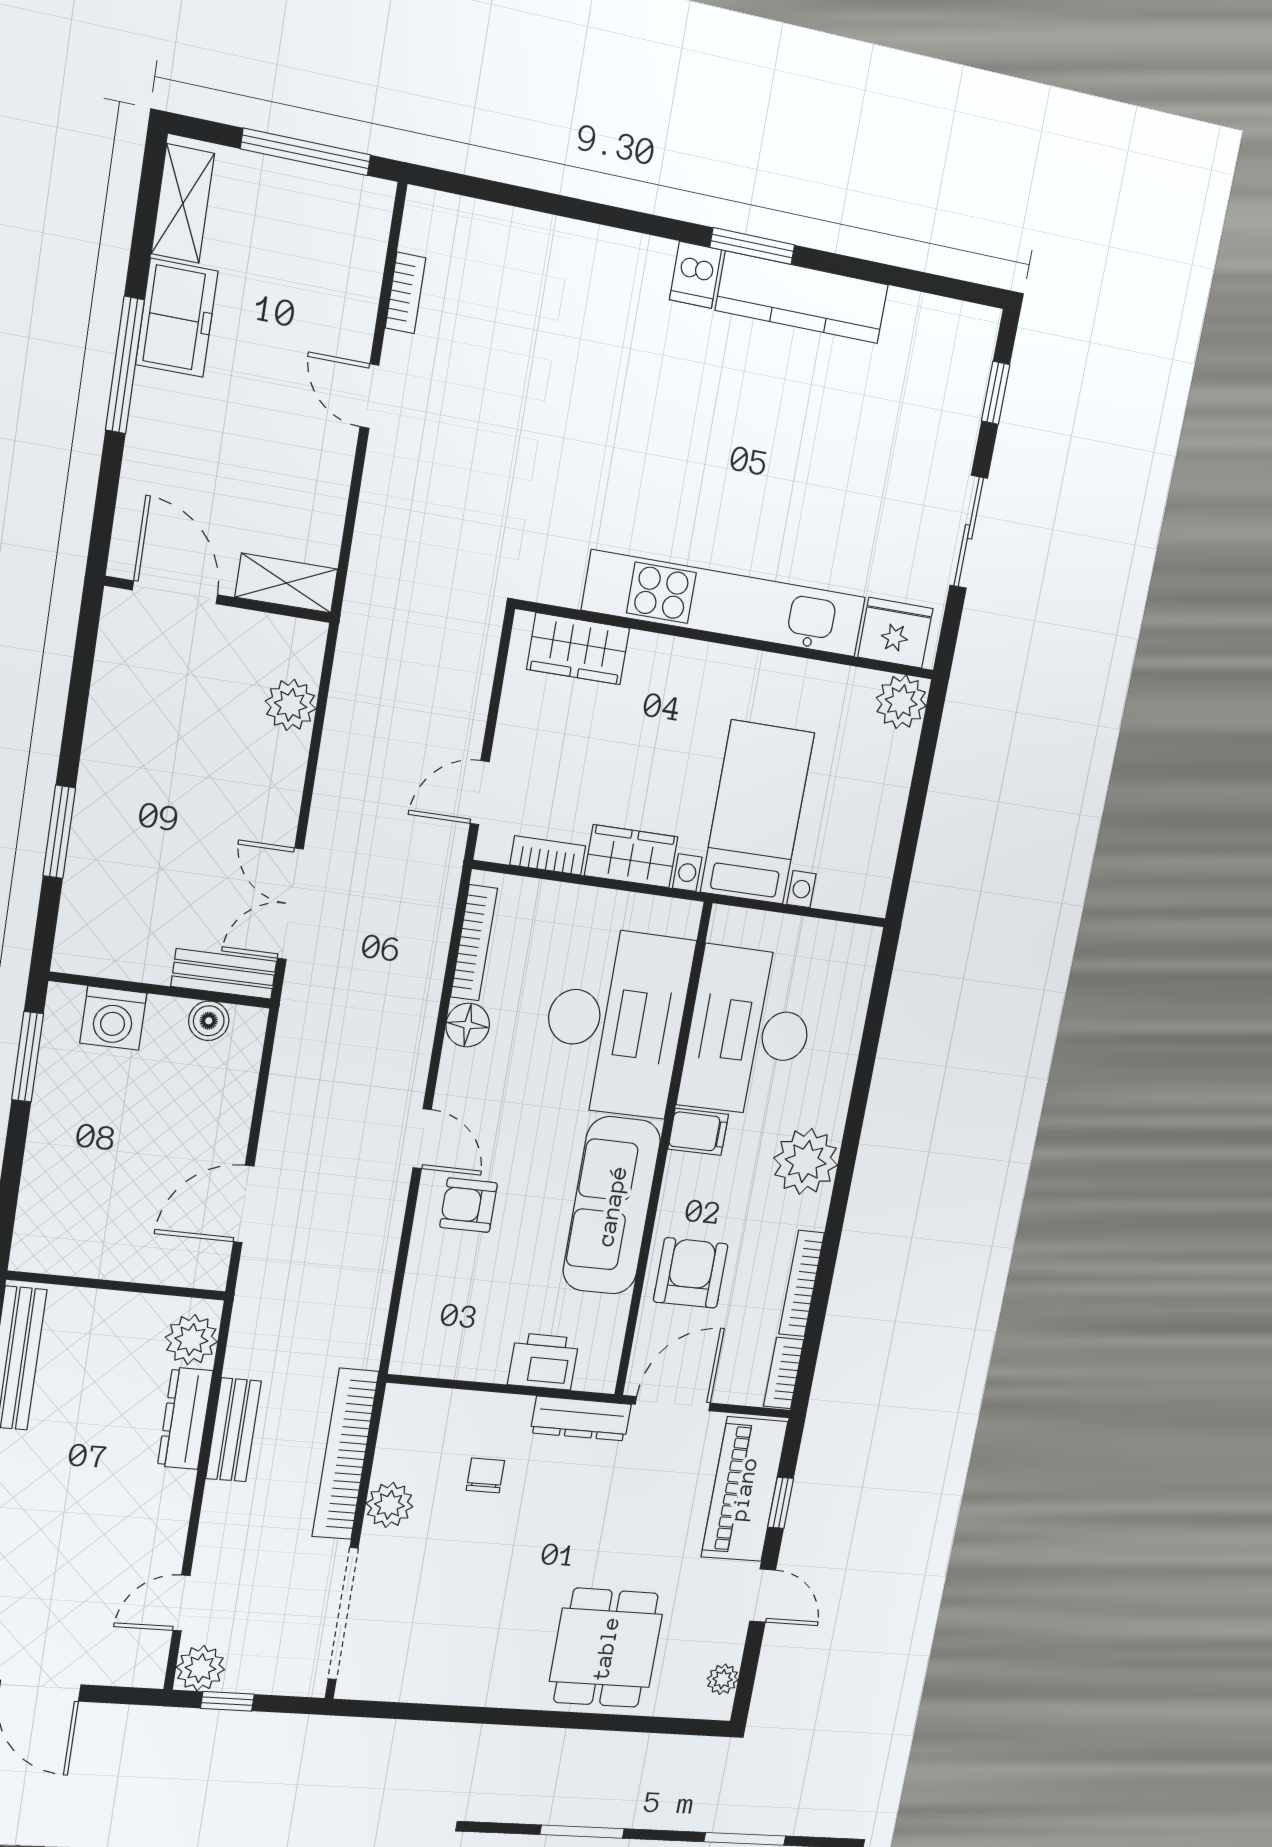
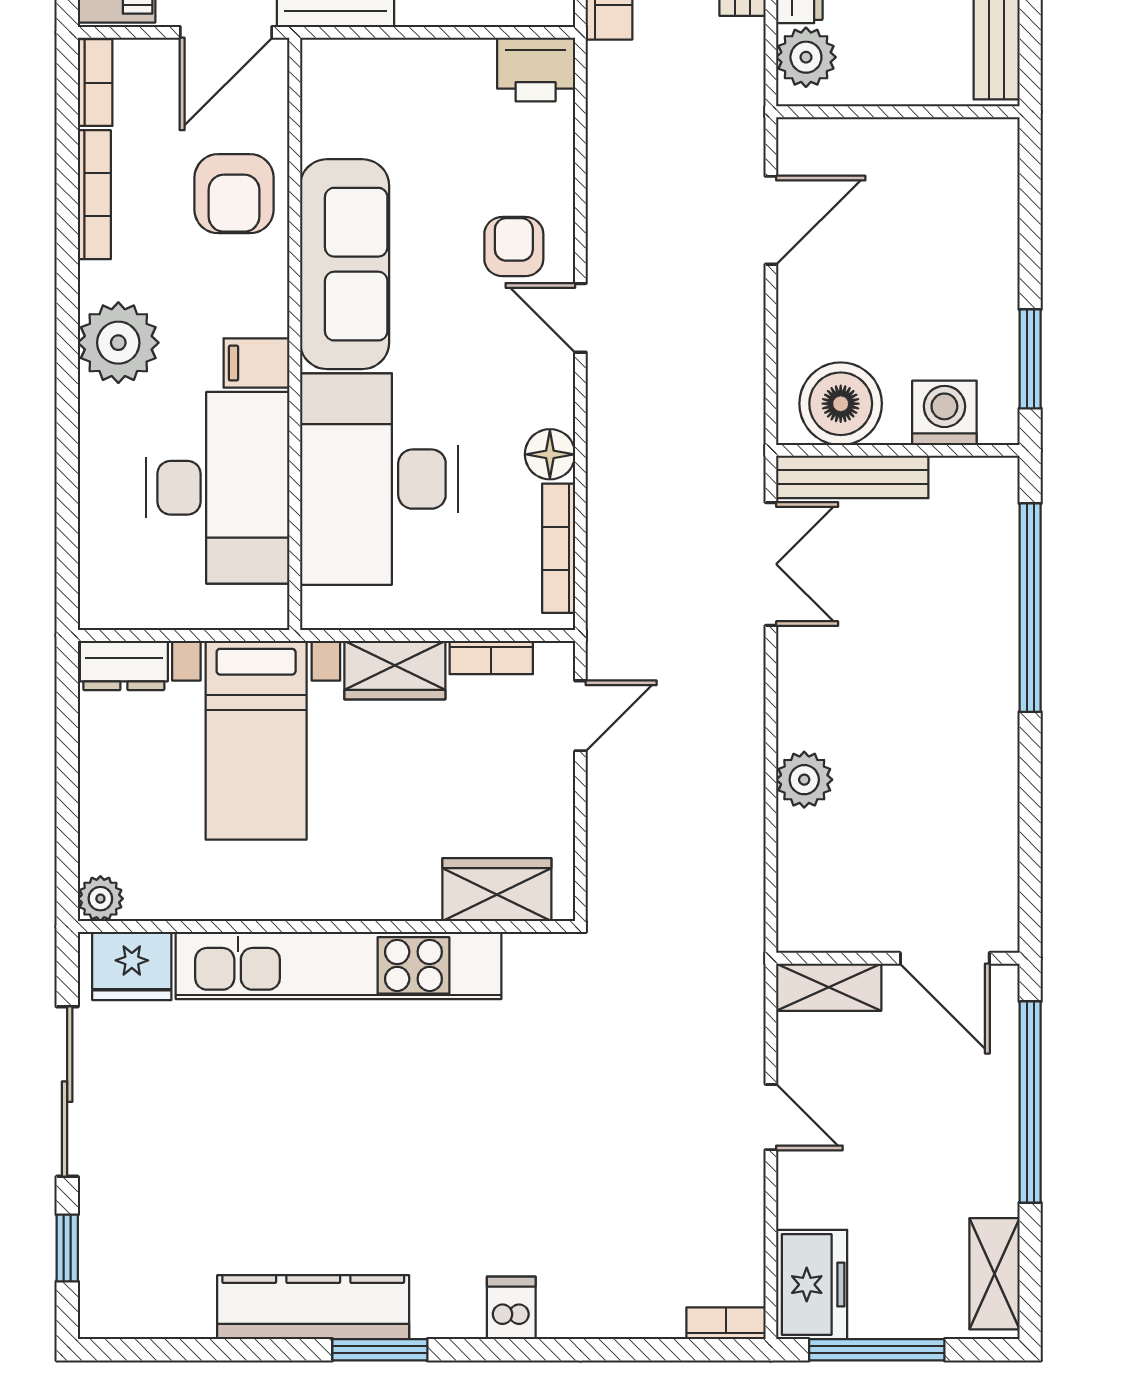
dishwasher: (695, 275) -> (511, 1308), moved
bookcase: (405, 293) -> (726, 1323), moved, turned 90
freezer: (177, 318) -> (812, 1285), moved, turned 180
window: (125, 365) -> (1030, 1102), width x1.46
sliding door: (969, 532) -> (67, 1092), width x1.37
shelving: (286, 583) -> (829, 987), moved
door: (175, 592) -> (945, 958), moved
wall: (219, 599) -> (898, 958), moved
plant: (901, 702) -> (100, 899), width x0.73, depth x0.73
window: (59, 832) -> (1030, 608), width x2.11
dresser: (852, 892) -> (124, 666), added
bench: (224, 974) -> (852, 477), width x1.36
boiler: (209, 1021) -> (841, 404), width x1.86, depth x1.86
armchair: (468, 1205) -> (514, 247), turned -90
printer: (543, 1361) -> (536, 69), moved

